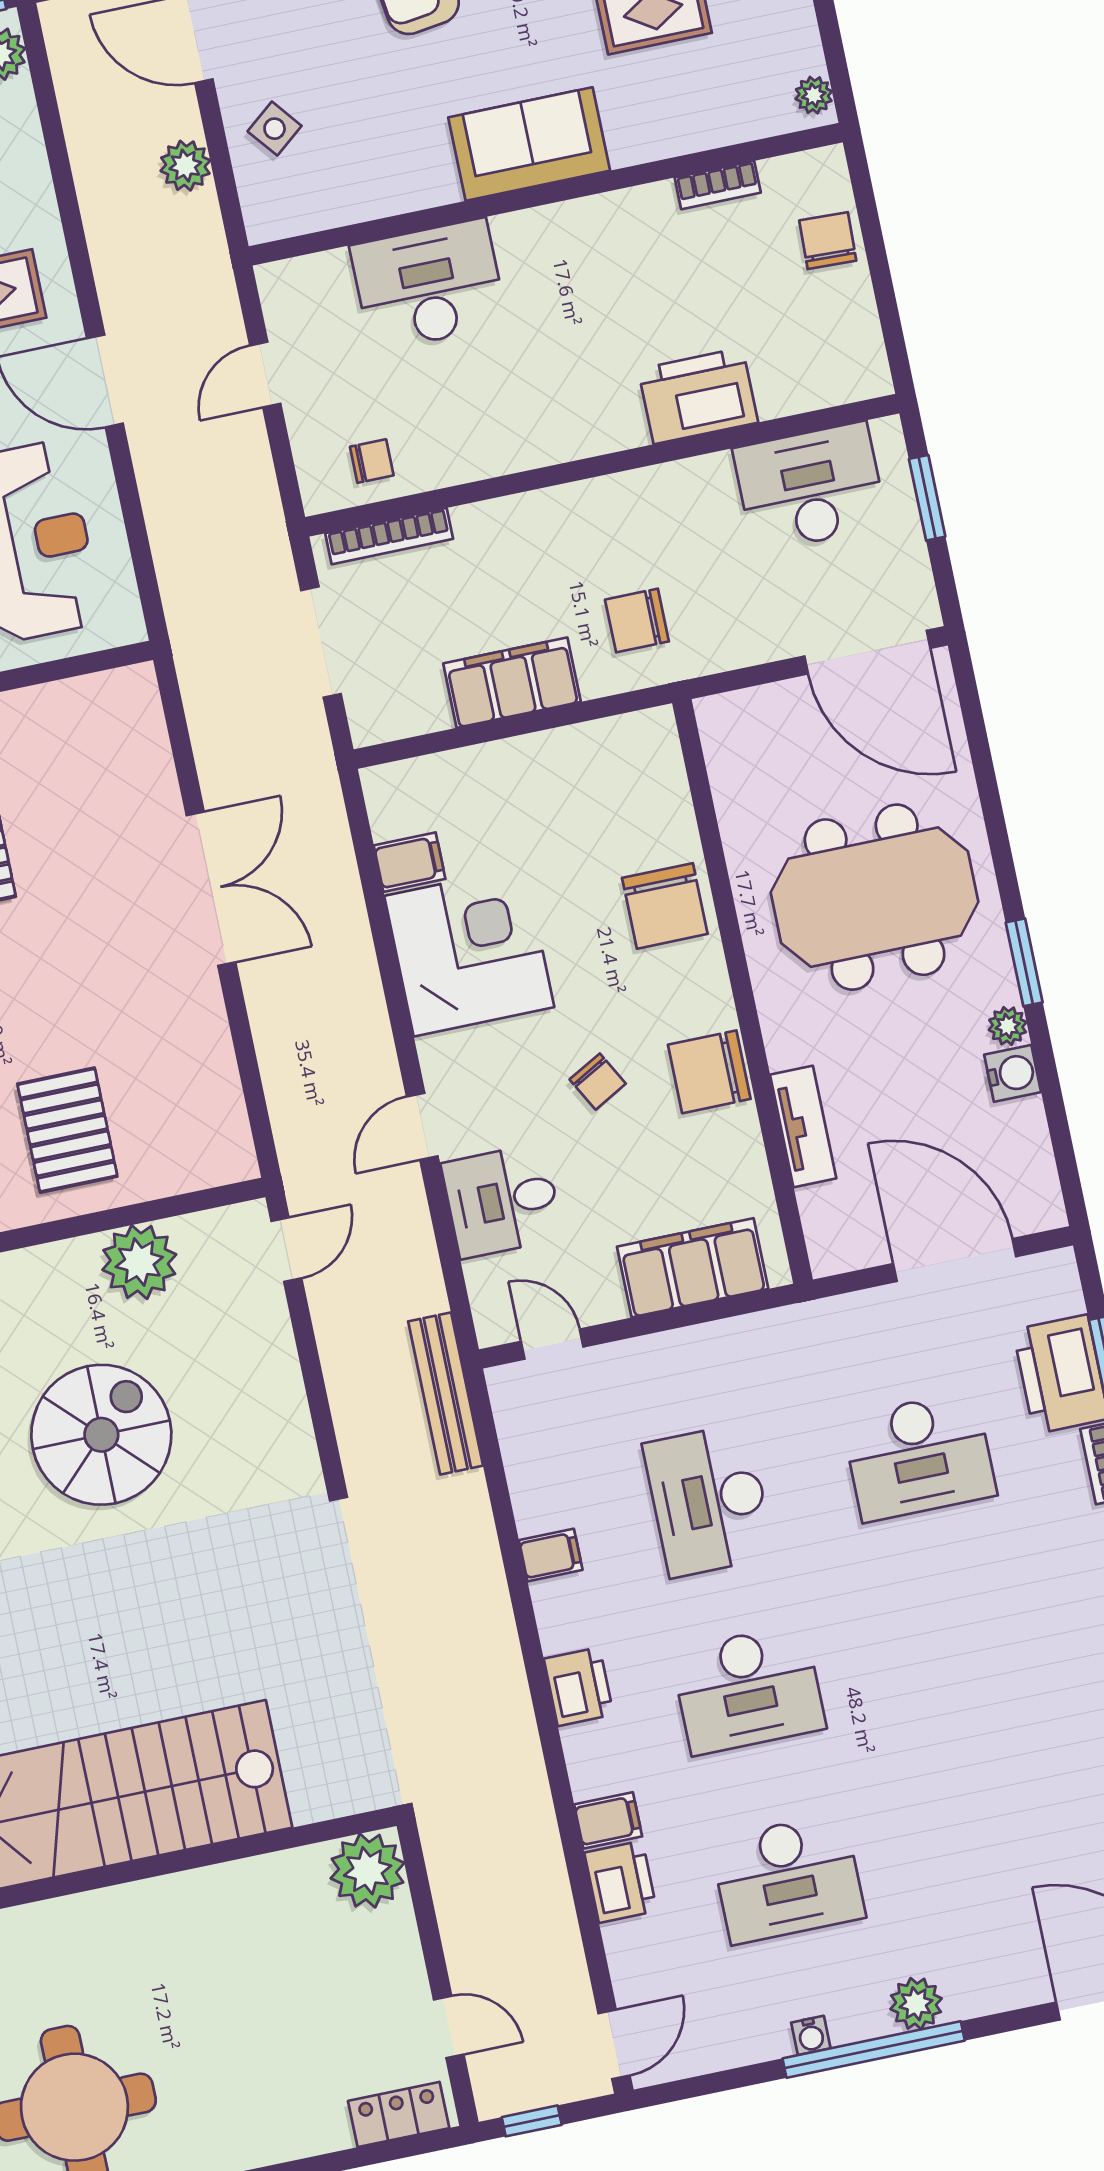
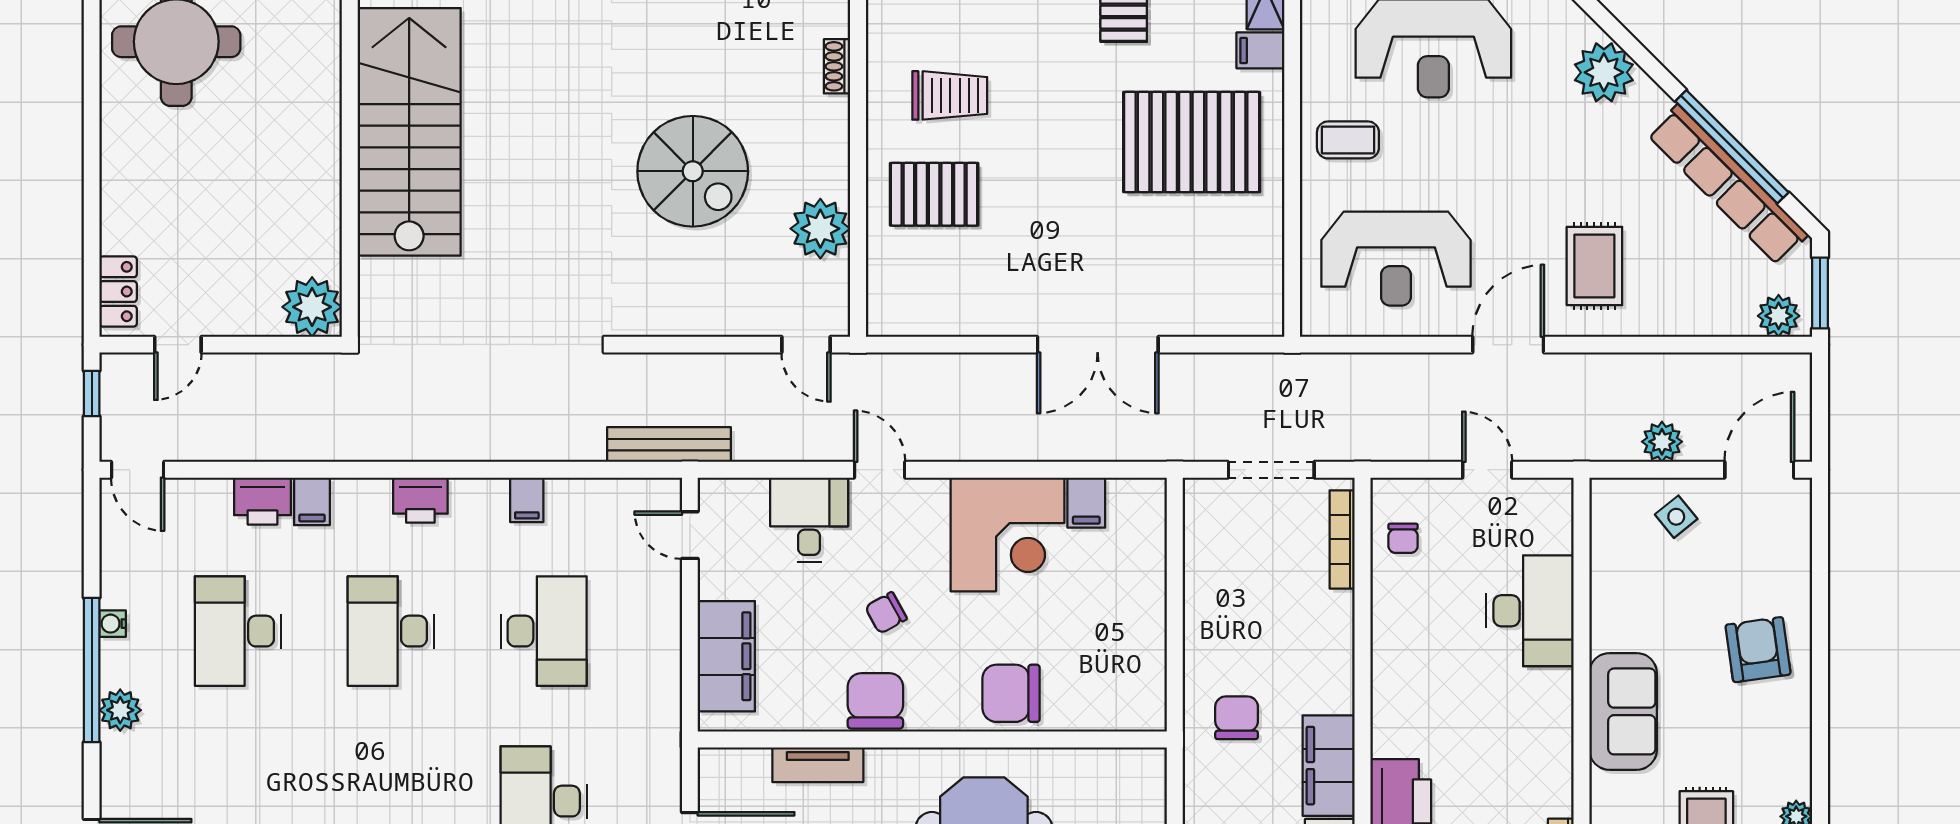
filing cabinet: (512, 683) -> (1329, 766), moved, turned 180
door: (552, 1344) -> (690, 535), swing flipped
desk: (709, 1500) -> (544, 631), turned 90

